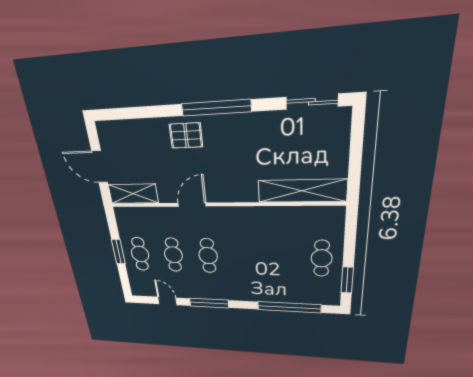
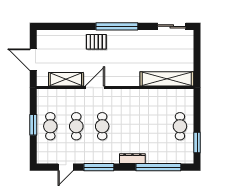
shelving: (133, 194) -> (66, 79), moved
dresser: (253, 296) -> (132, 159), added
door: (167, 301) -> (66, 167), swing flipped

